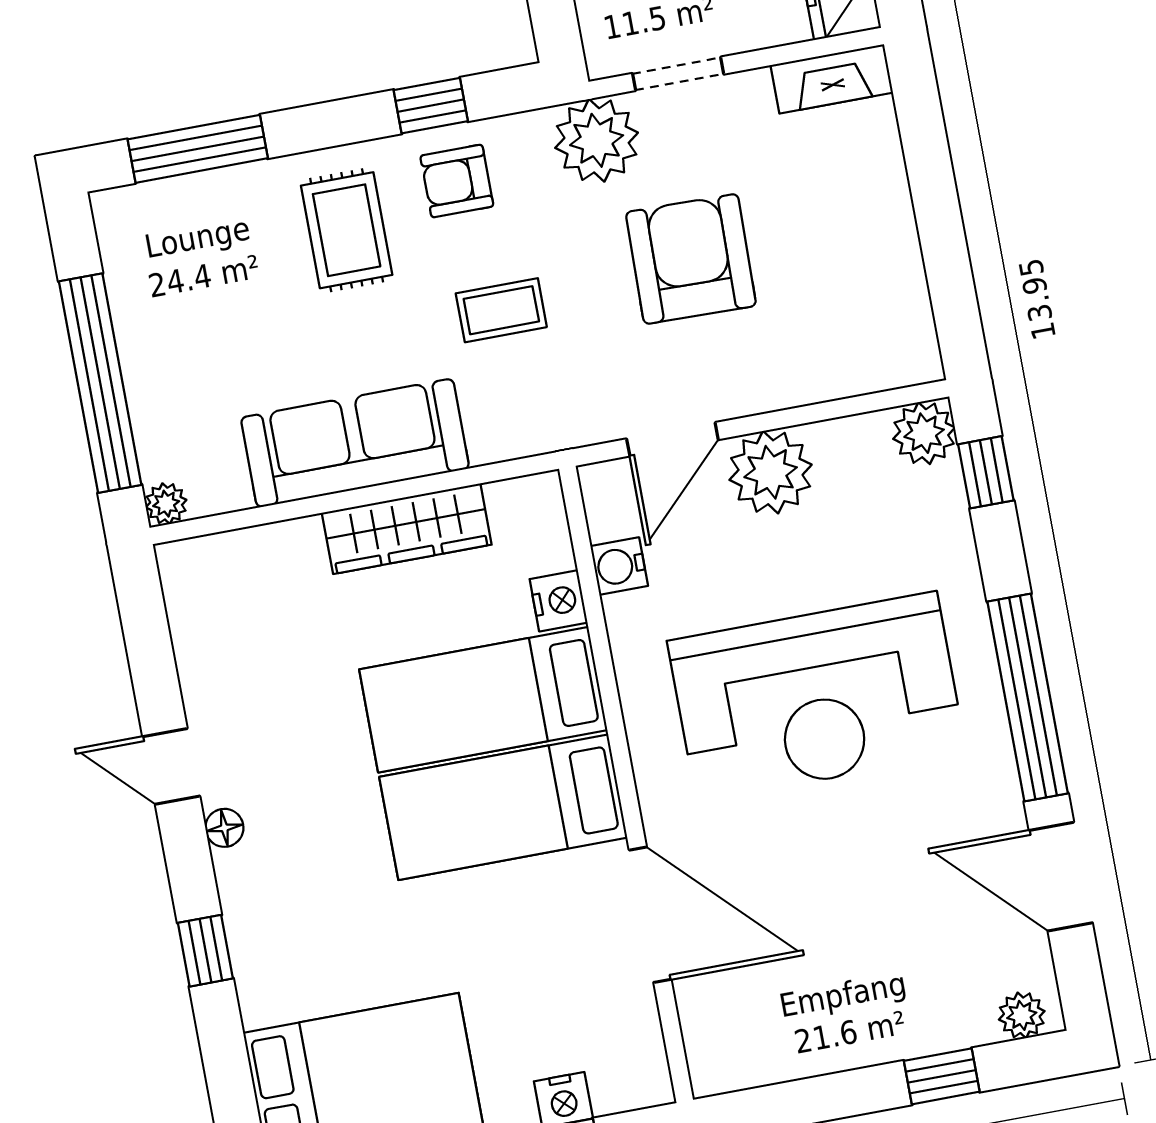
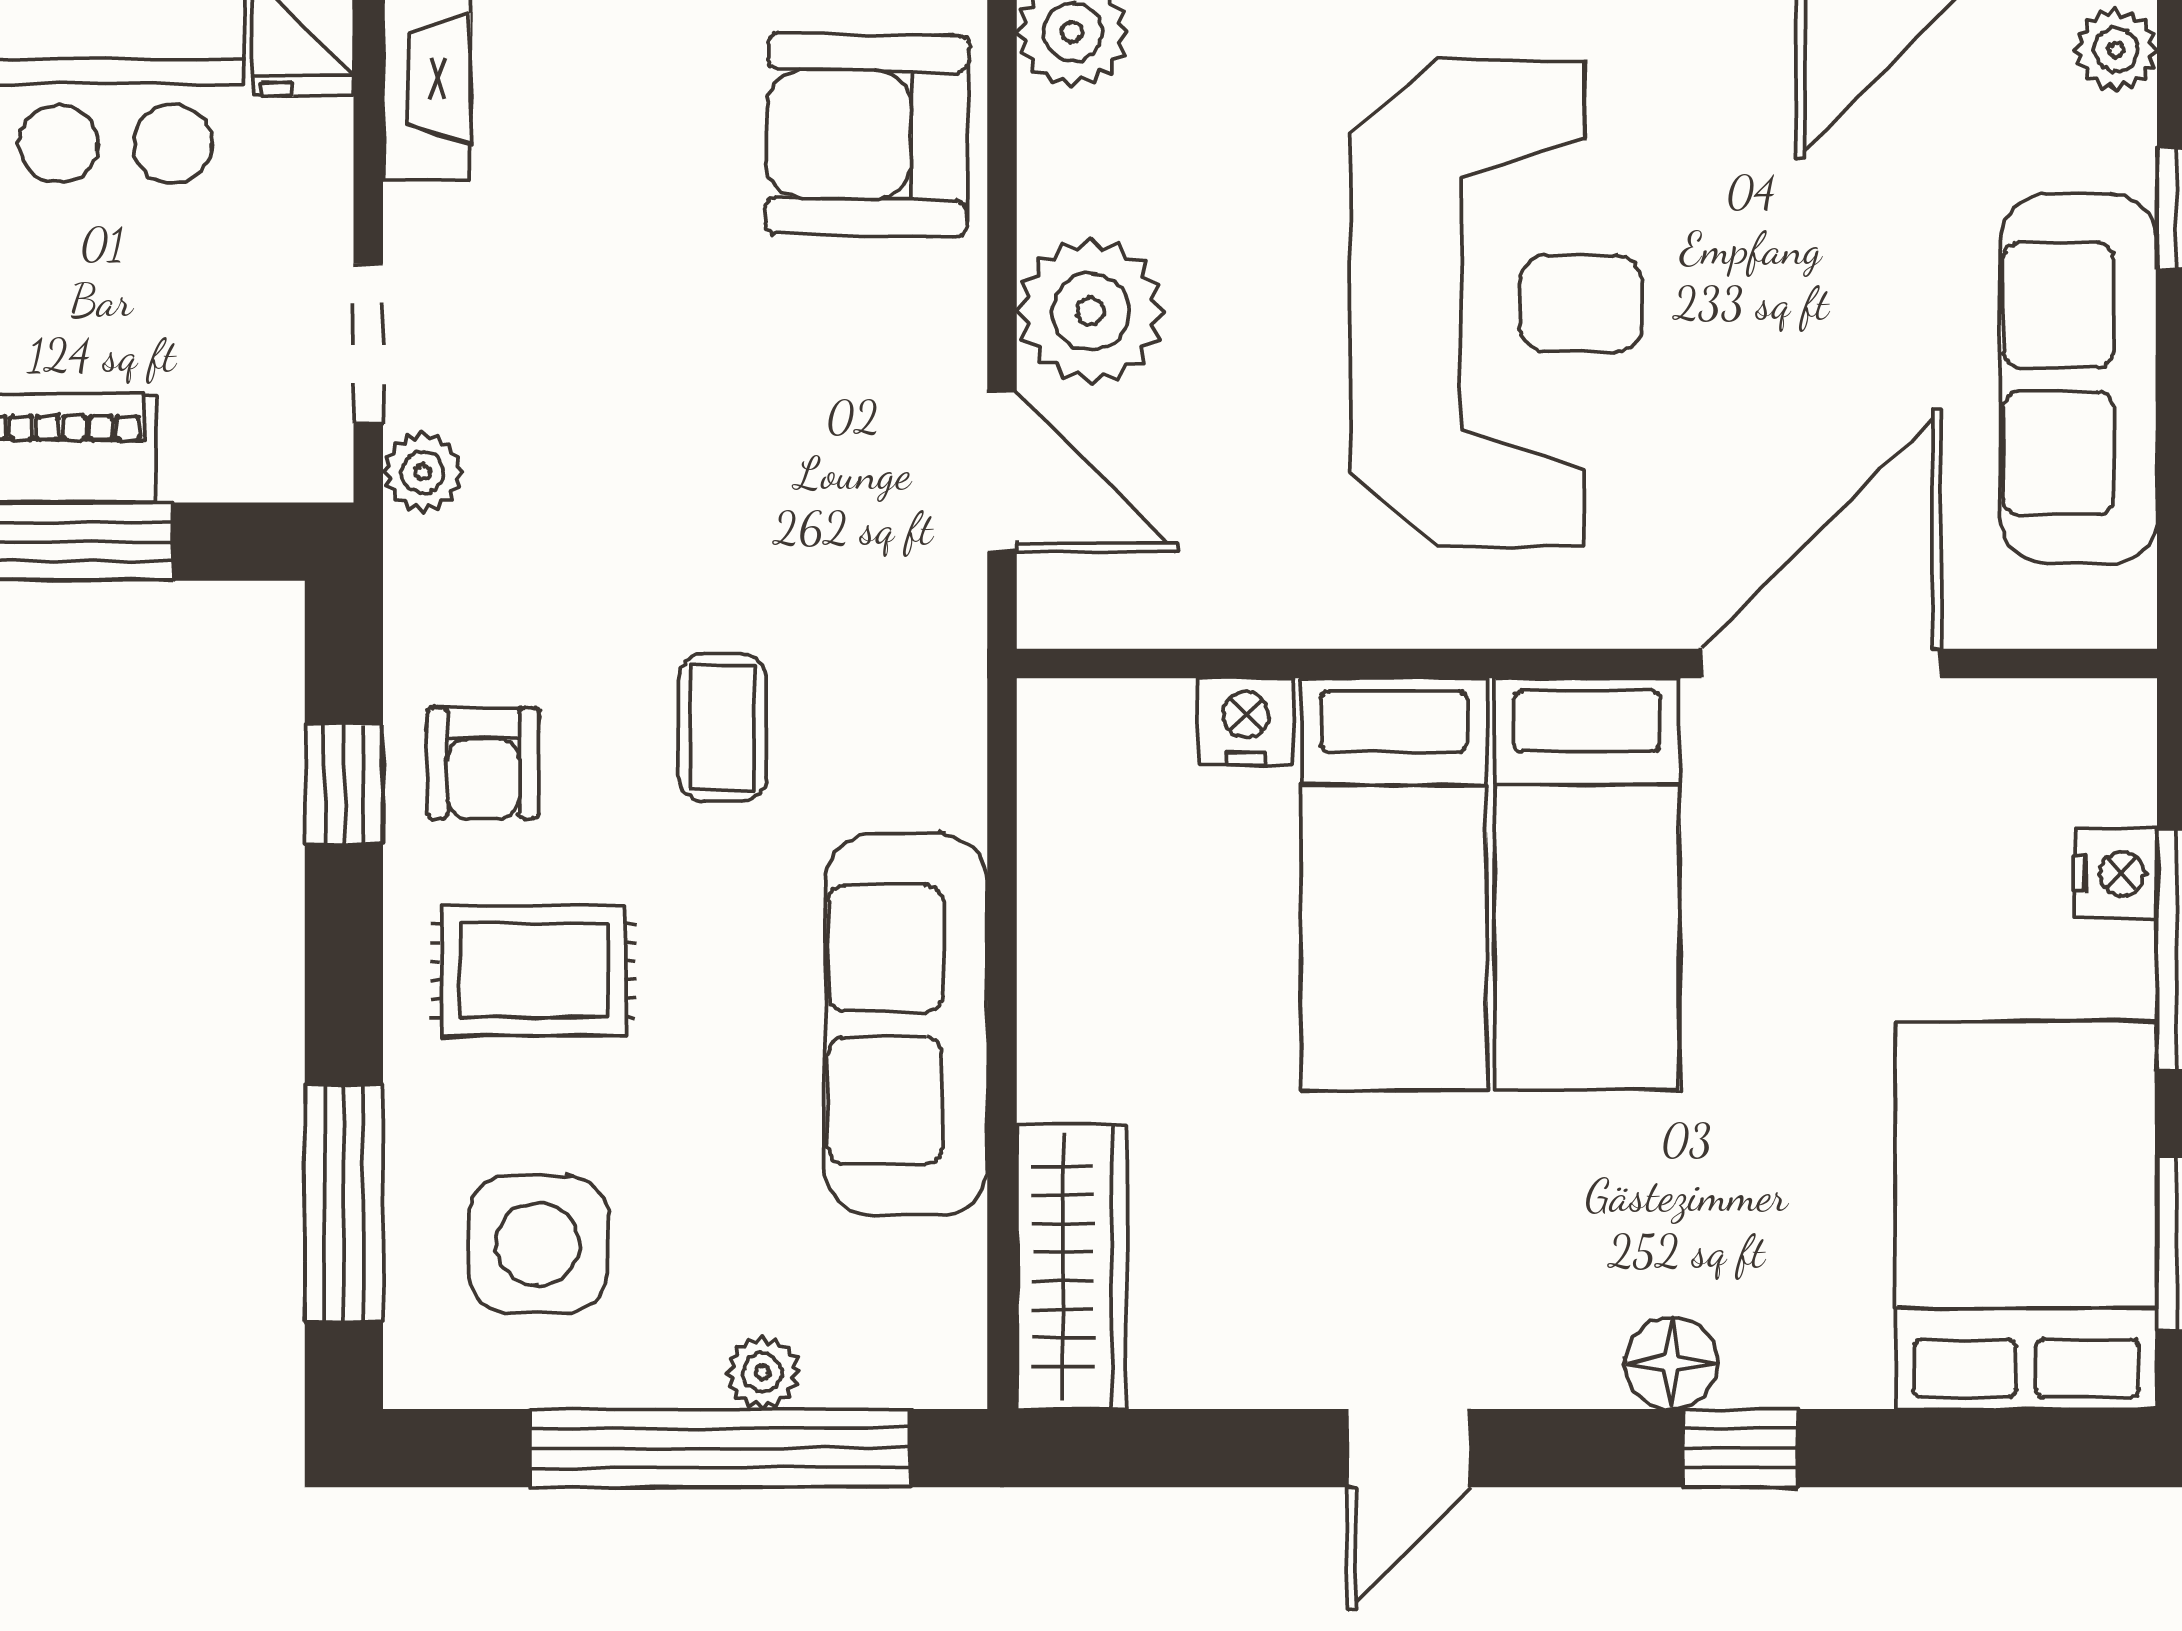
plant: (597, 140) -> (423, 472), width x0.53, depth x0.53
armchair: (691, 259) -> (867, 135), moved
side table: (195, 261) -> (538, 1244), added
plant: (166, 504) -> (763, 1372), moved
wardrobe: (407, 529) -> (1072, 1267), moved
water cooler: (619, 566) -> (1205, 605), removed
floor lamp: (224, 828) -> (1671, 1363), moved, width x1.37, depth x1.37
sofa: (835, 1029) -> (2079, 379), added

